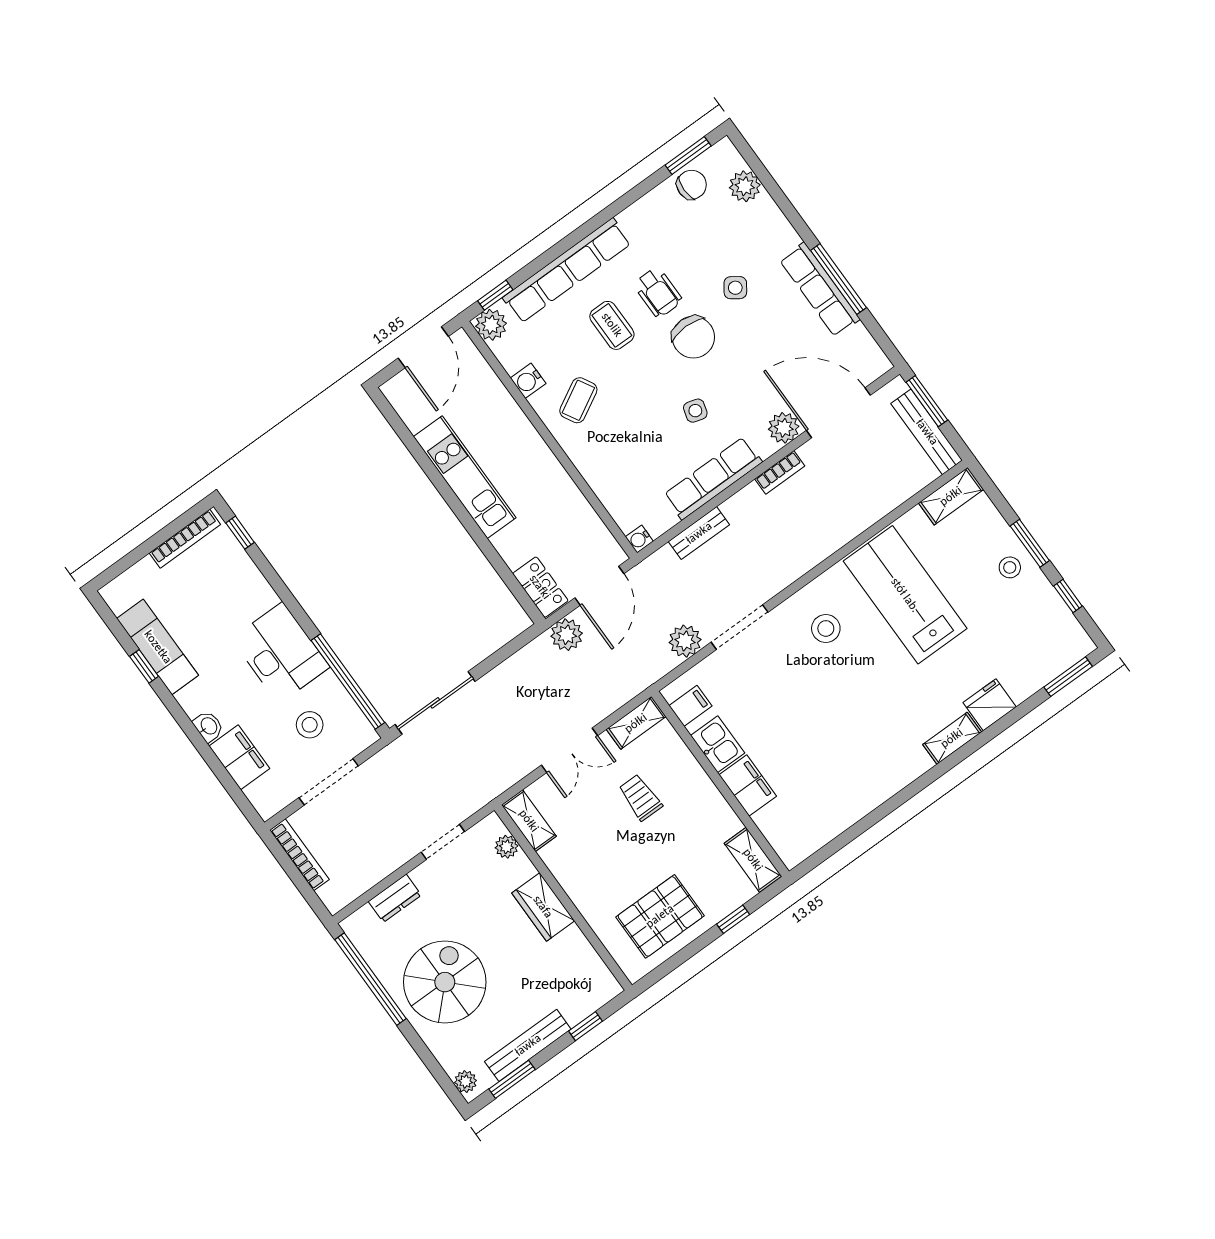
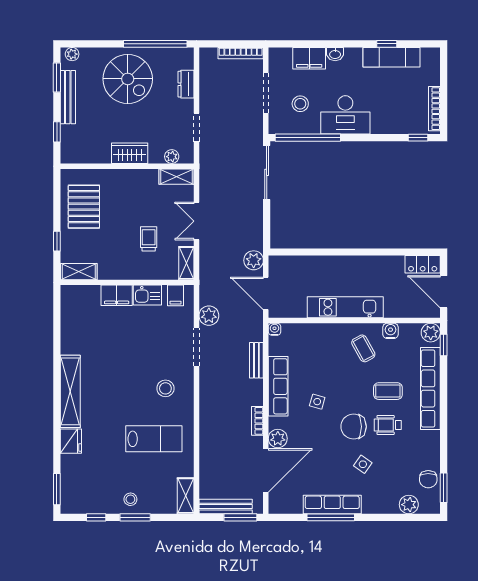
kitchen unit: (465, 477) -> (345, 307), moved, turned 180
locker: (540, 587) -> (423, 264), moved
lab bench: (905, 595) -> (154, 439), width x0.73, depth x0.72
shelving: (952, 738) -> (70, 391), width x2.20, depth x1.33
trolley: (640, 797) -> (149, 239), turned -90

